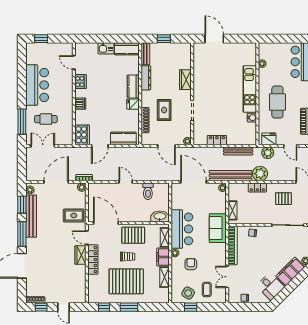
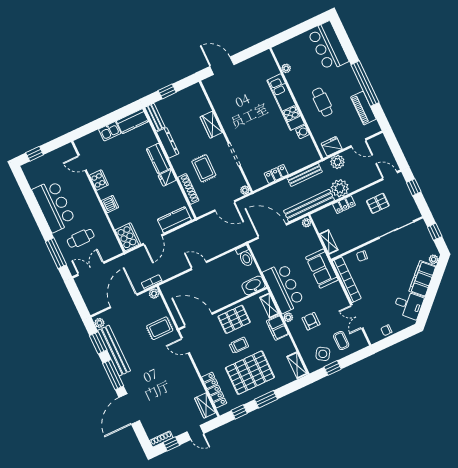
cafe table: (277, 102) -> (322, 102), width x0.73, depth x0.74
toilet: (148, 191) -> (245, 256), moved
wardrobe: (81, 255) -> (205, 405), moved
locker: (93, 260) -> (214, 390), moved
shelving: (164, 277) -> (297, 365), moved

